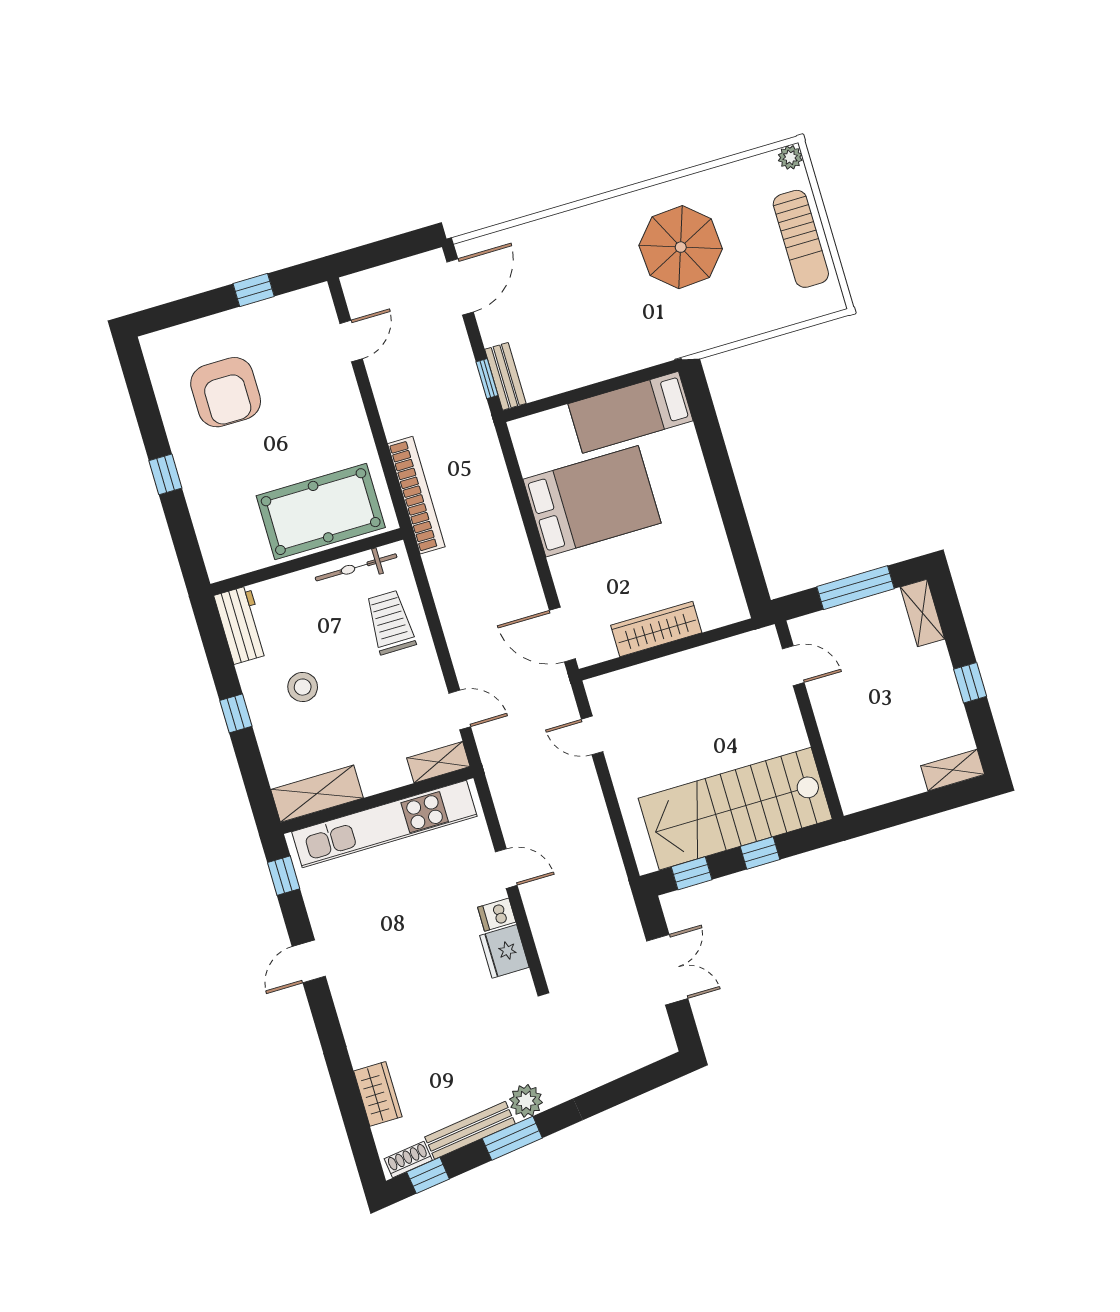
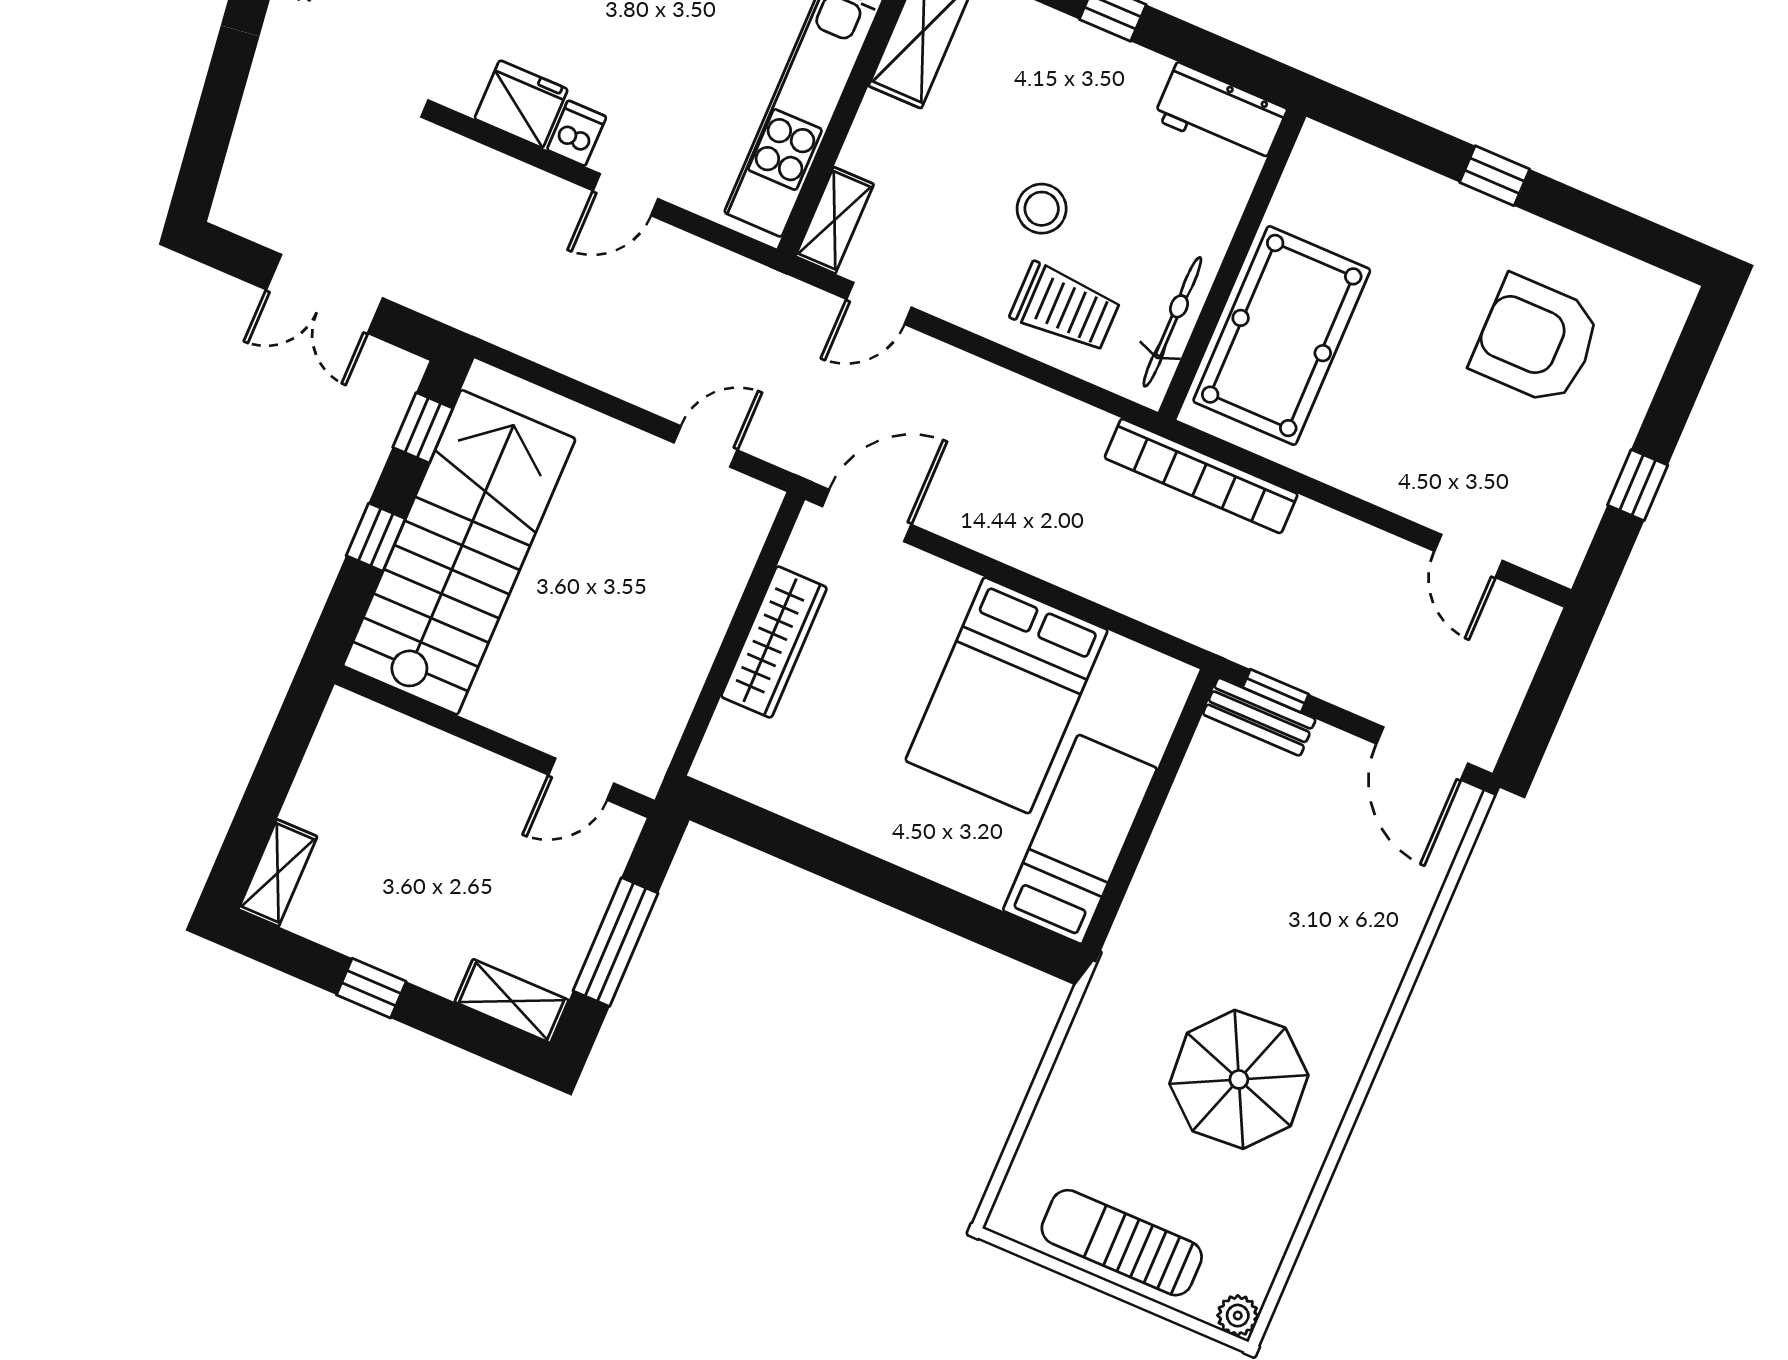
stool: (303, 687) -> (1042, 209), moved

